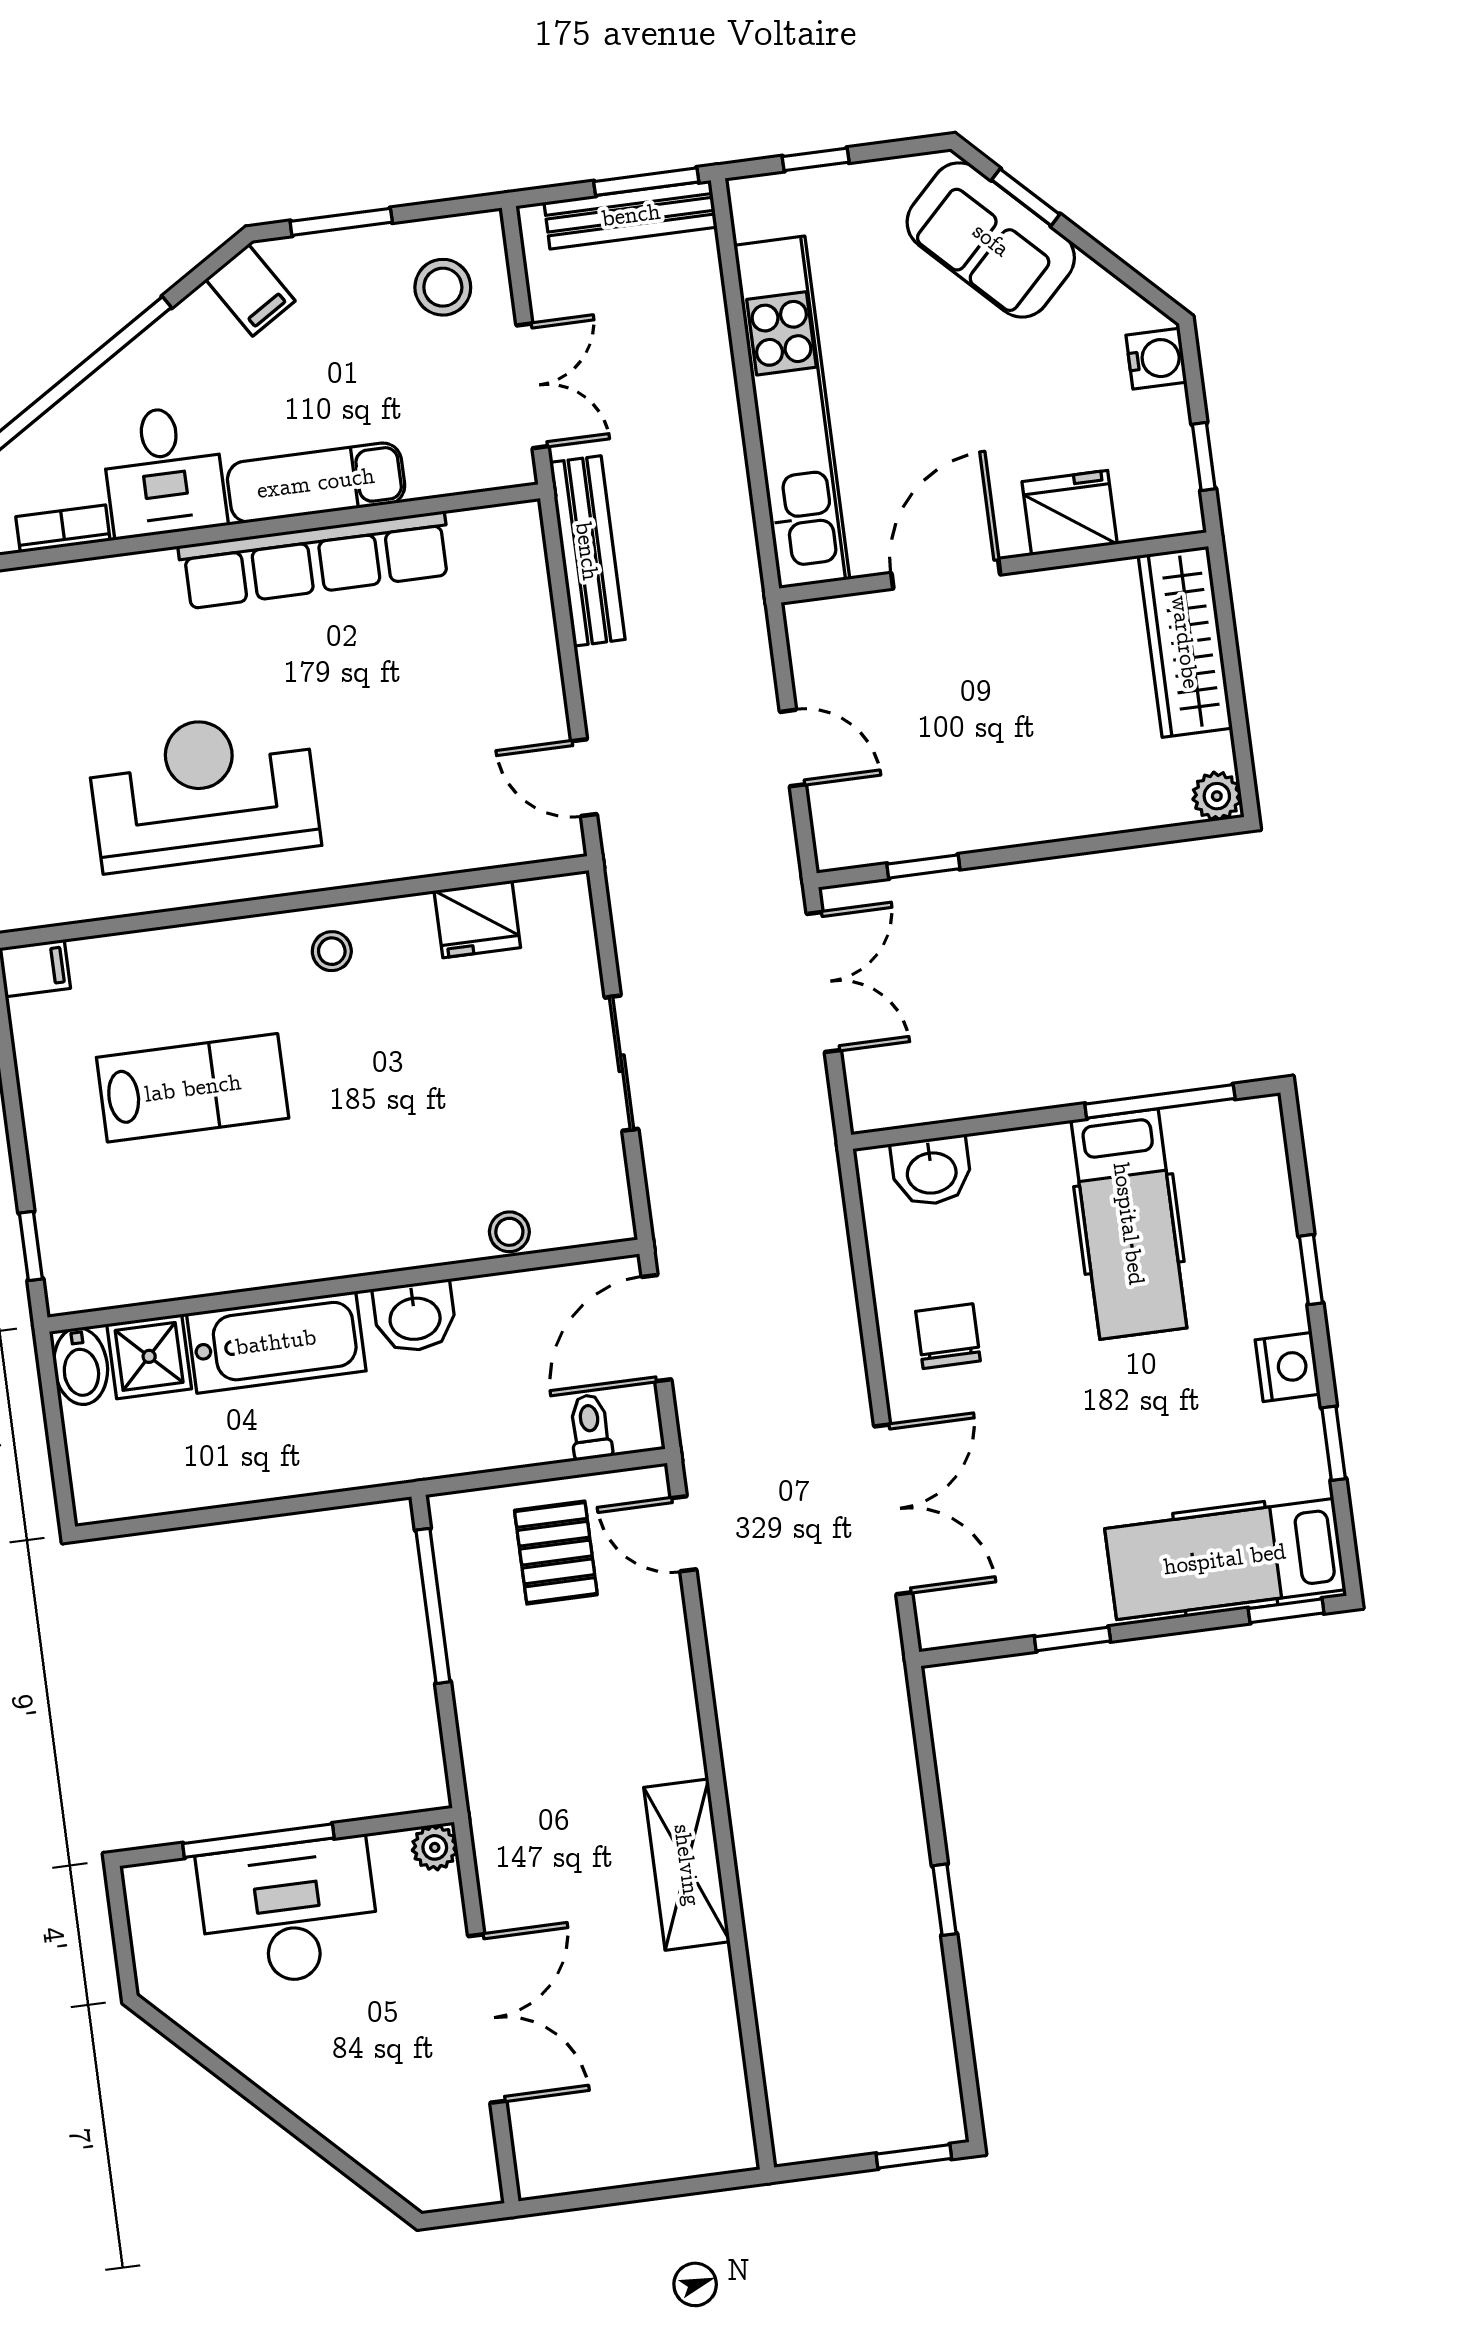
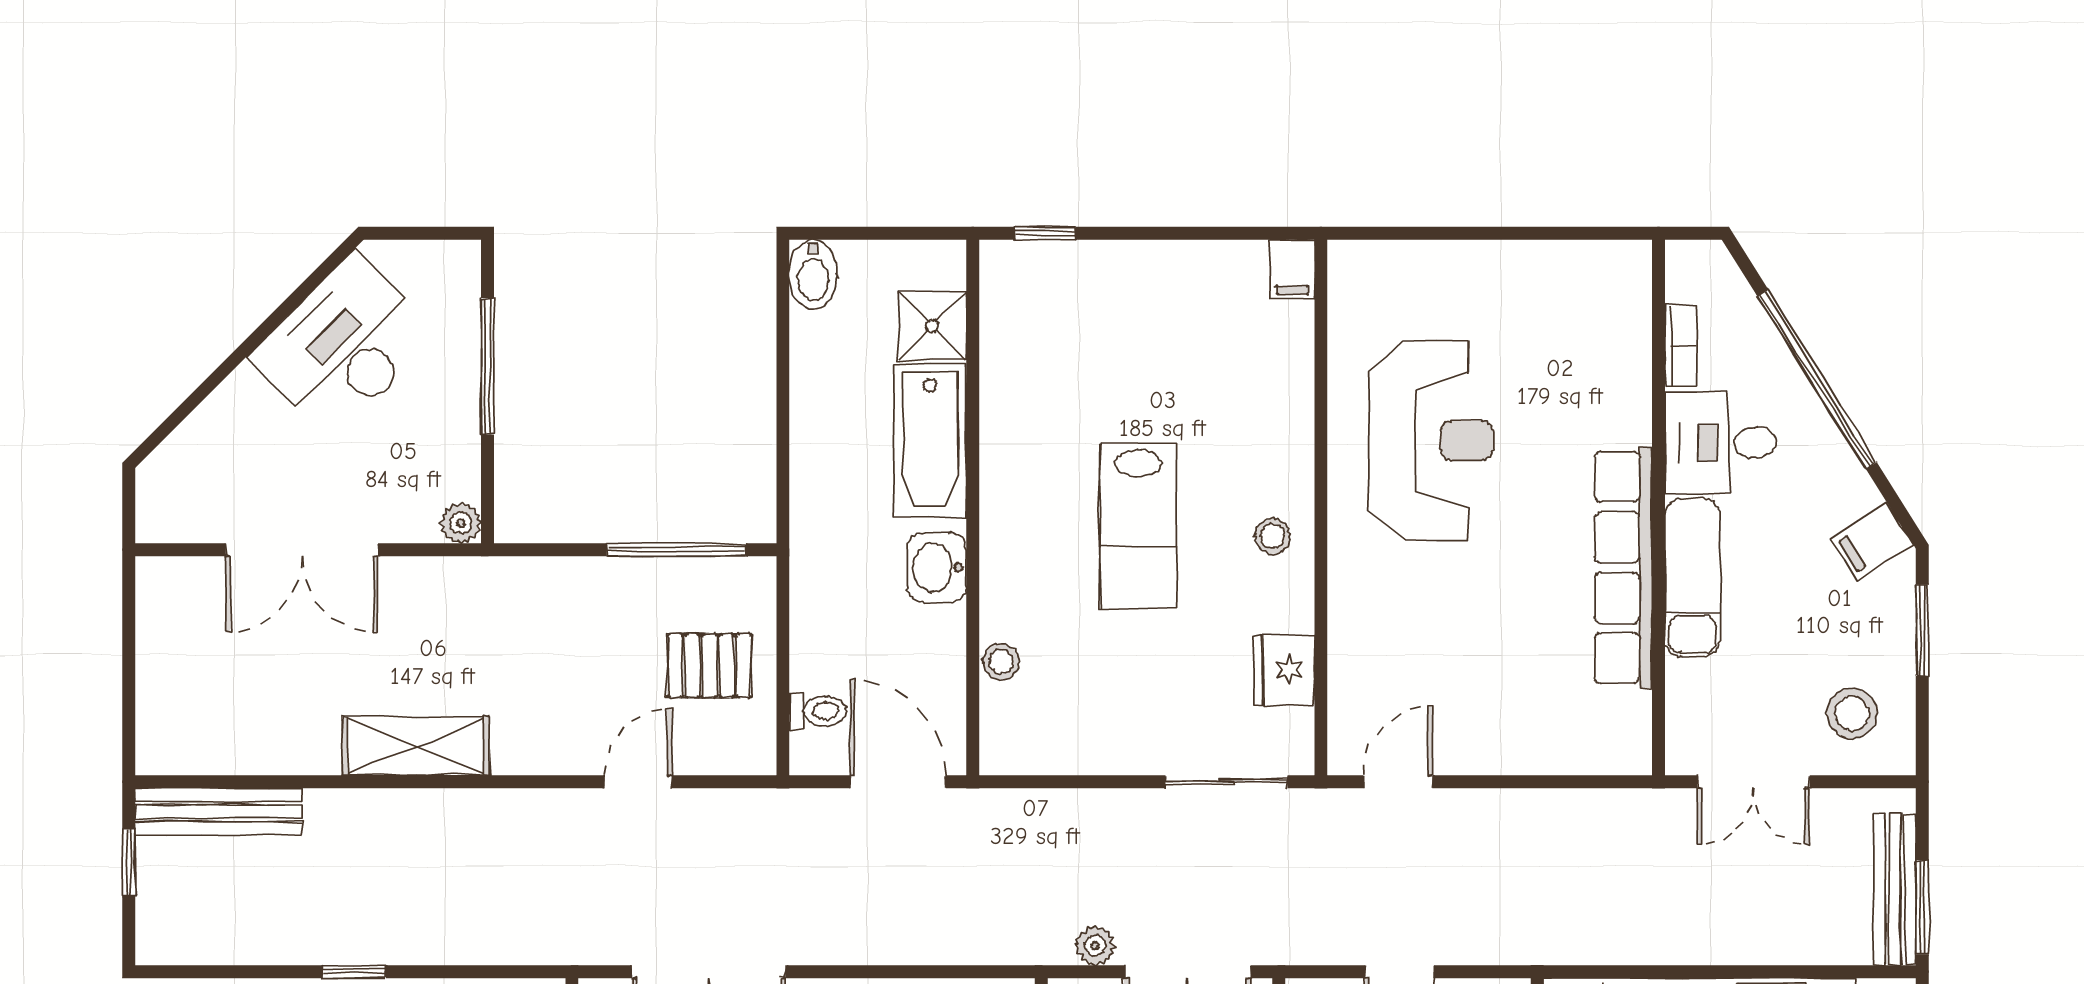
bench: (587, 551) -> (218, 811), moved
sliding door: (622, 1063) -> (1227, 782), moved
plant: (808, 1087) -> (1095, 946), added
lab bench: (193, 1088) -> (1138, 526), moved
bidet: (81, 1366) -> (813, 274), moved, turned -90
door: (684, 1534) -> (638, 782), moved
desk: (289, 1912) -> (343, 346), moved, turned -135
window: (914, 2156) -> (129, 862), moved

